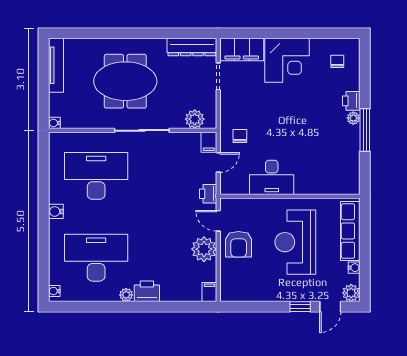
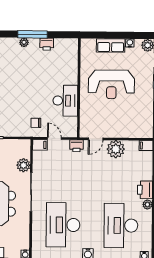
printer: (351, 101) -> (47, 44), moved
plant: (195, 119) -> (23, 165), moved
row of seats: (350, 231) -> (111, 45), width x0.68
armchair: (239, 244) -> (112, 125), removed

